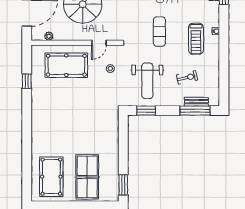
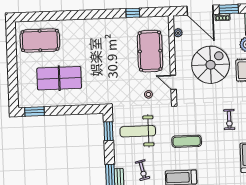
table tennis table: (87, 177) -> (59, 78), moved

